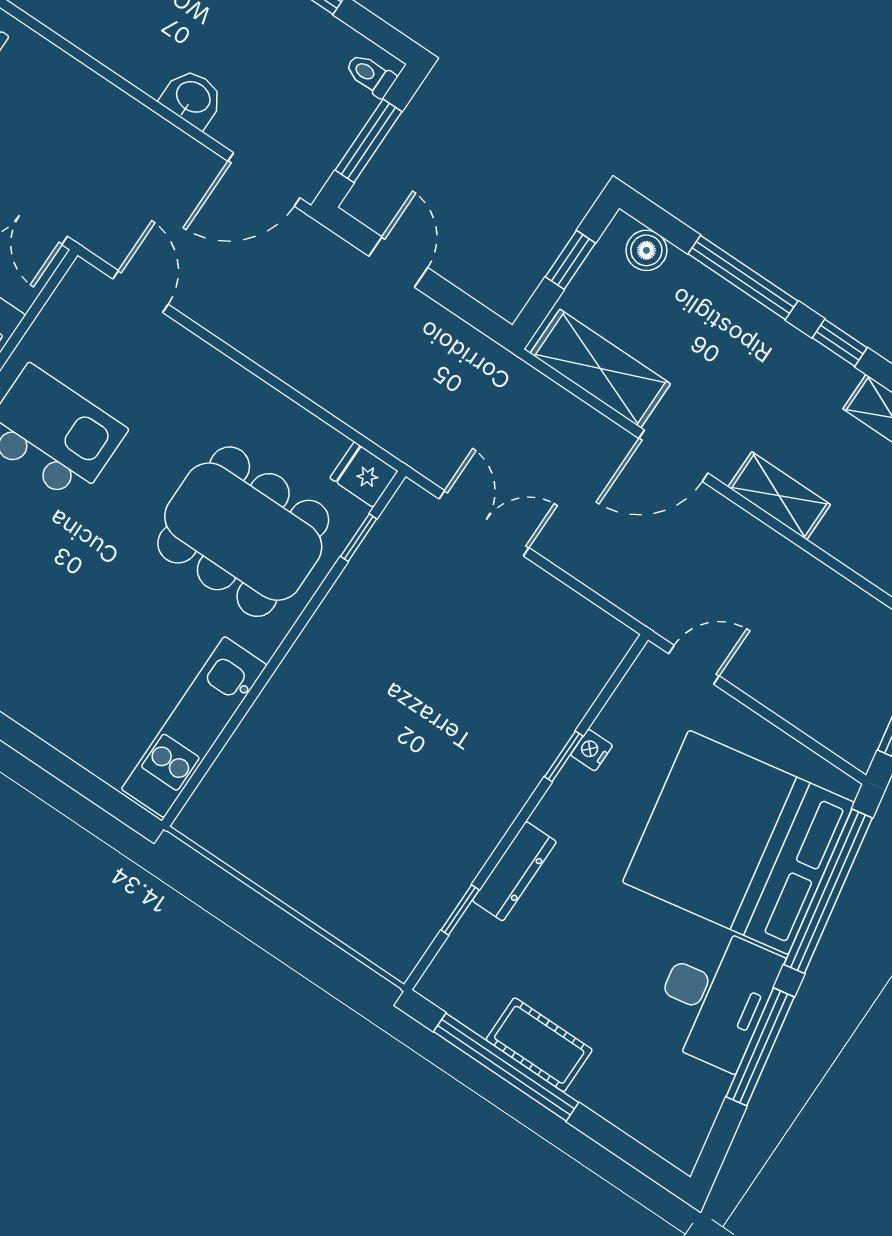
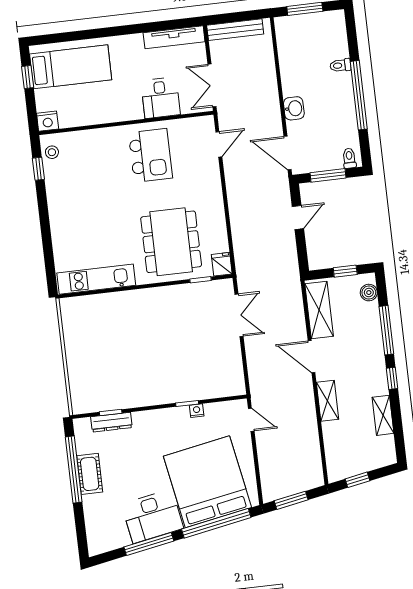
dresser: (514, 871) -> (111, 422), moved

